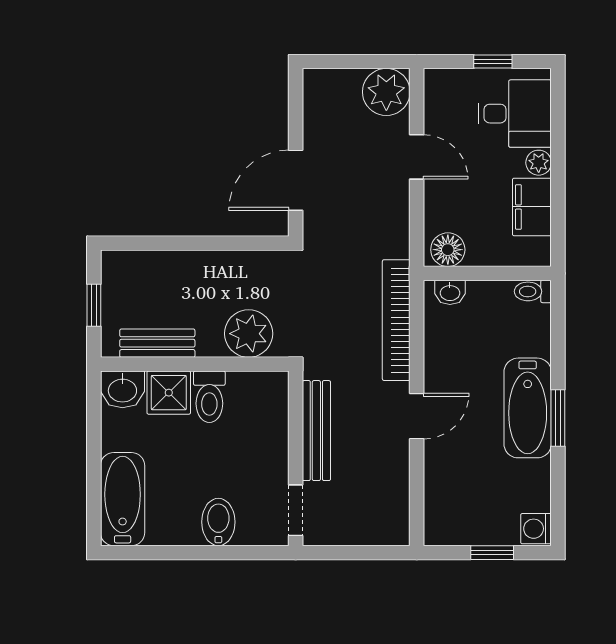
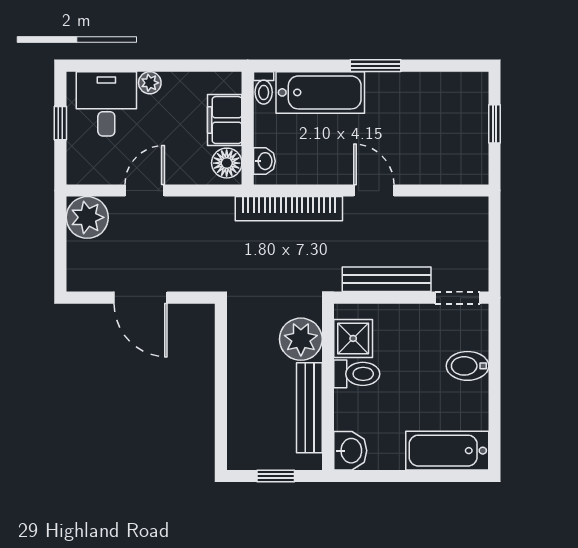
door: (296, 180) -> (141, 298), moved
filing cabinet: (532, 207) -> (225, 120), moved, turned 90
bench: (157, 343) -> (309, 408), width x1.36
shower: (169, 393) -> (353, 338), moved
bathtub: (528, 408) -> (320, 92), moved
washing machine: (536, 529) -> (473, 85), removed

